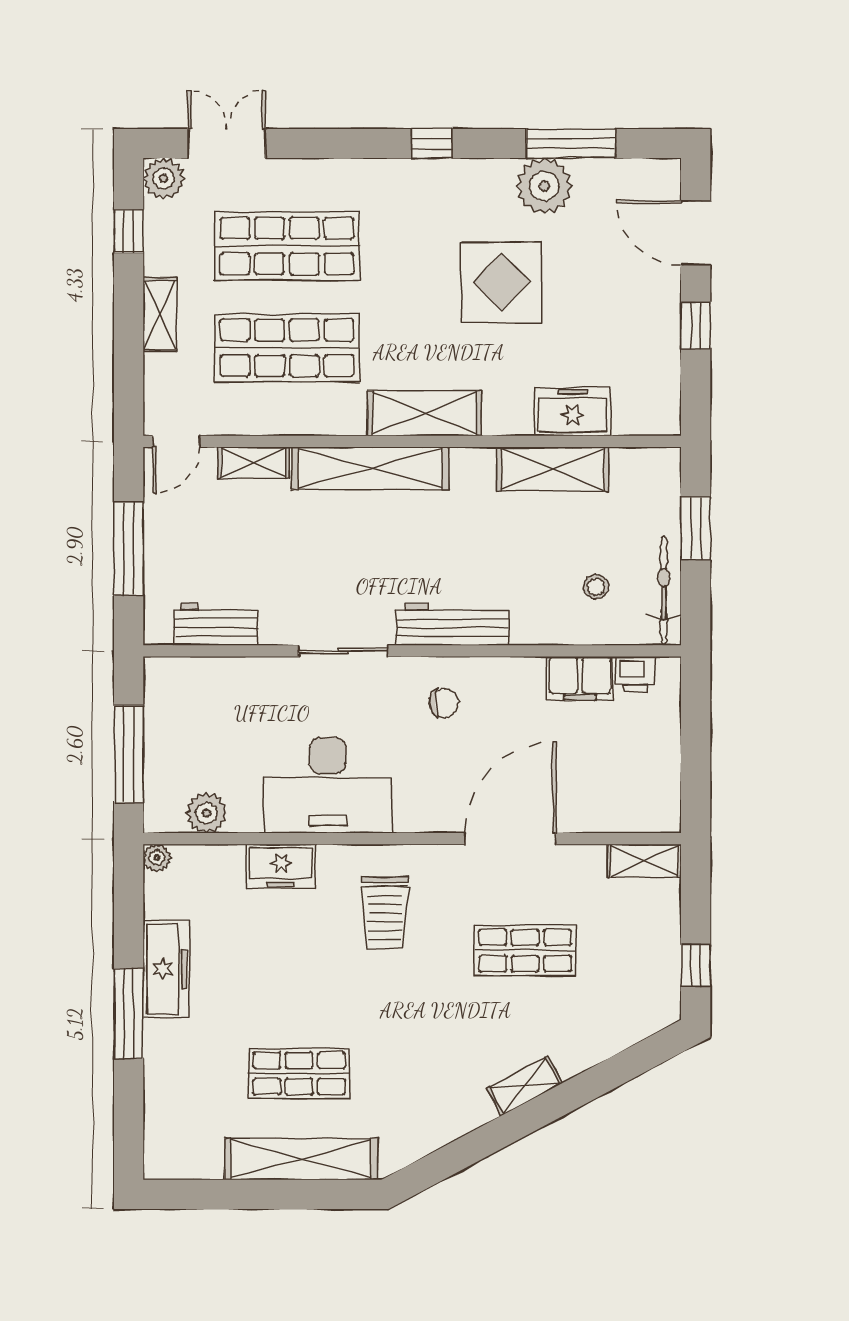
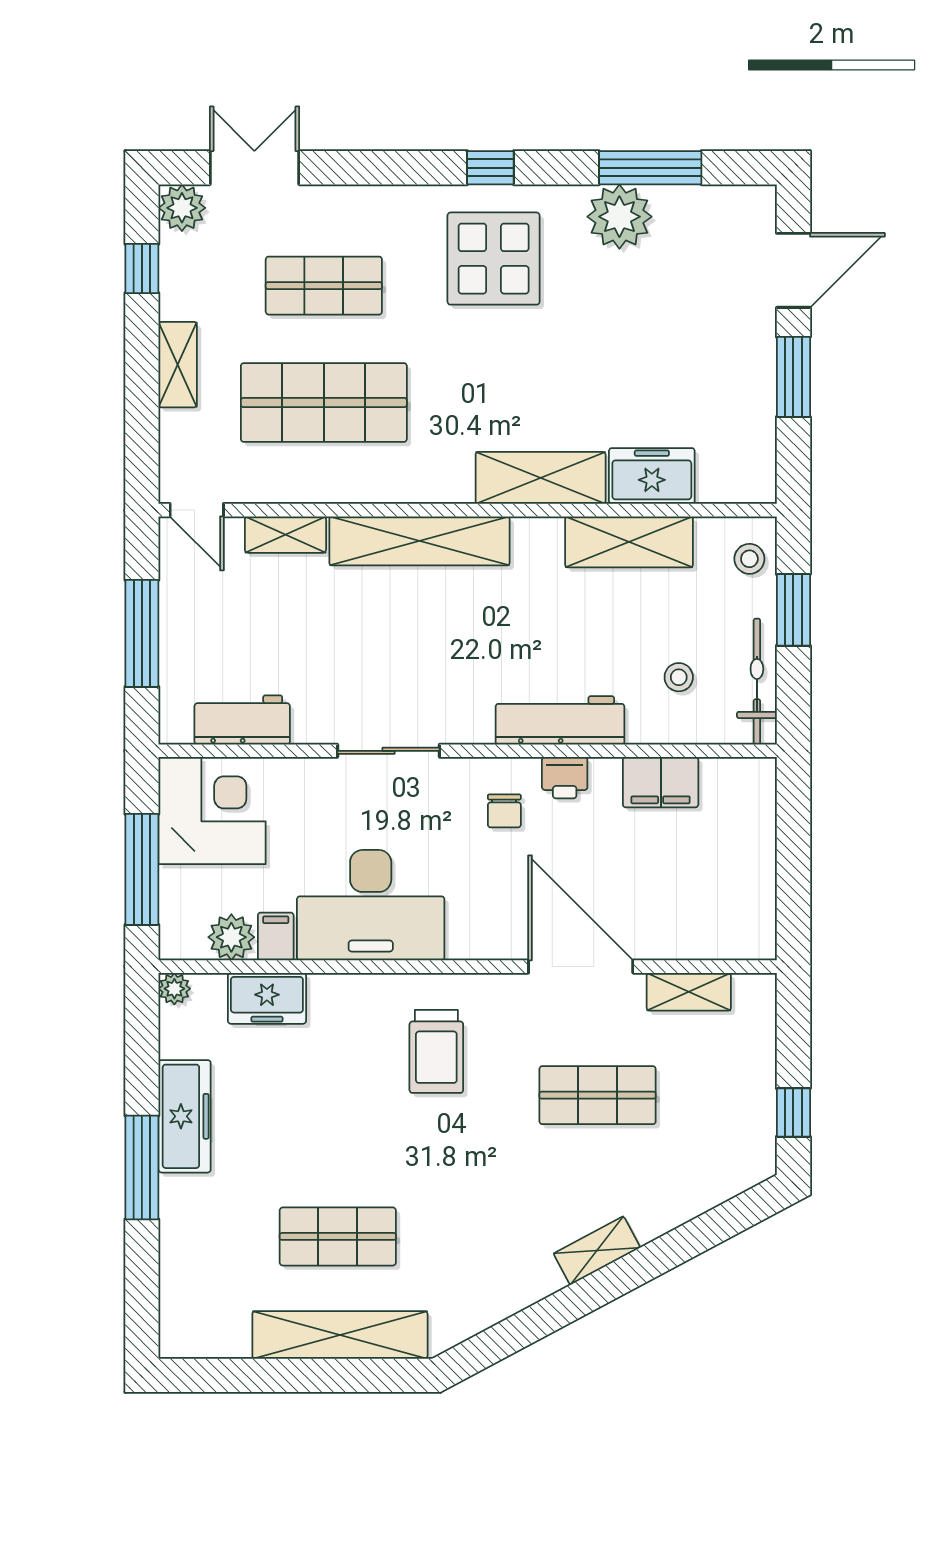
door: (696, 233) -> (793, 270), swing flipped
shop shelf: (287, 246) -> (324, 286), width x0.70, depth x0.74
display table: (501, 282) -> (494, 259), moved
window: (696, 326) -> (793, 377), width x1.50
shelving: (424, 413) -> (541, 478), moved
door: (176, 441) -> (197, 510), hinge flipped
stool: (657, 484) -> (749, 559), added
workbench: (452, 624) -> (560, 720), moved
printer: (636, 674) -> (565, 778), moved
corner desk: (190, 703) -> (212, 811), added
chair: (444, 703) -> (504, 811), turned 90
filing cabinet: (245, 812) -> (276, 936), added
door: (510, 839) -> (581, 967), hinge flipped
shelving: (645, 861) -> (689, 992), moved
freezer: (281, 866) -> (267, 998), moved

